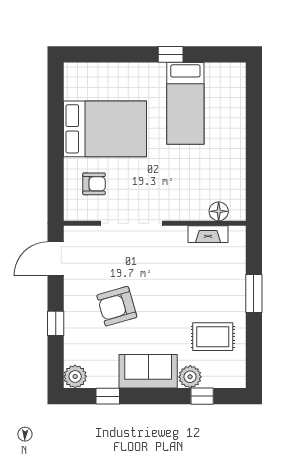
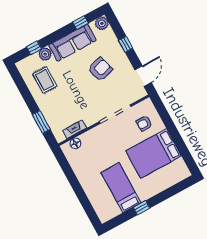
window: (254, 293) -> (41, 122), moved
rug: (213, 337) -> (45, 80), turned 90
sofa: (148, 371) -> (72, 43), width x1.36

